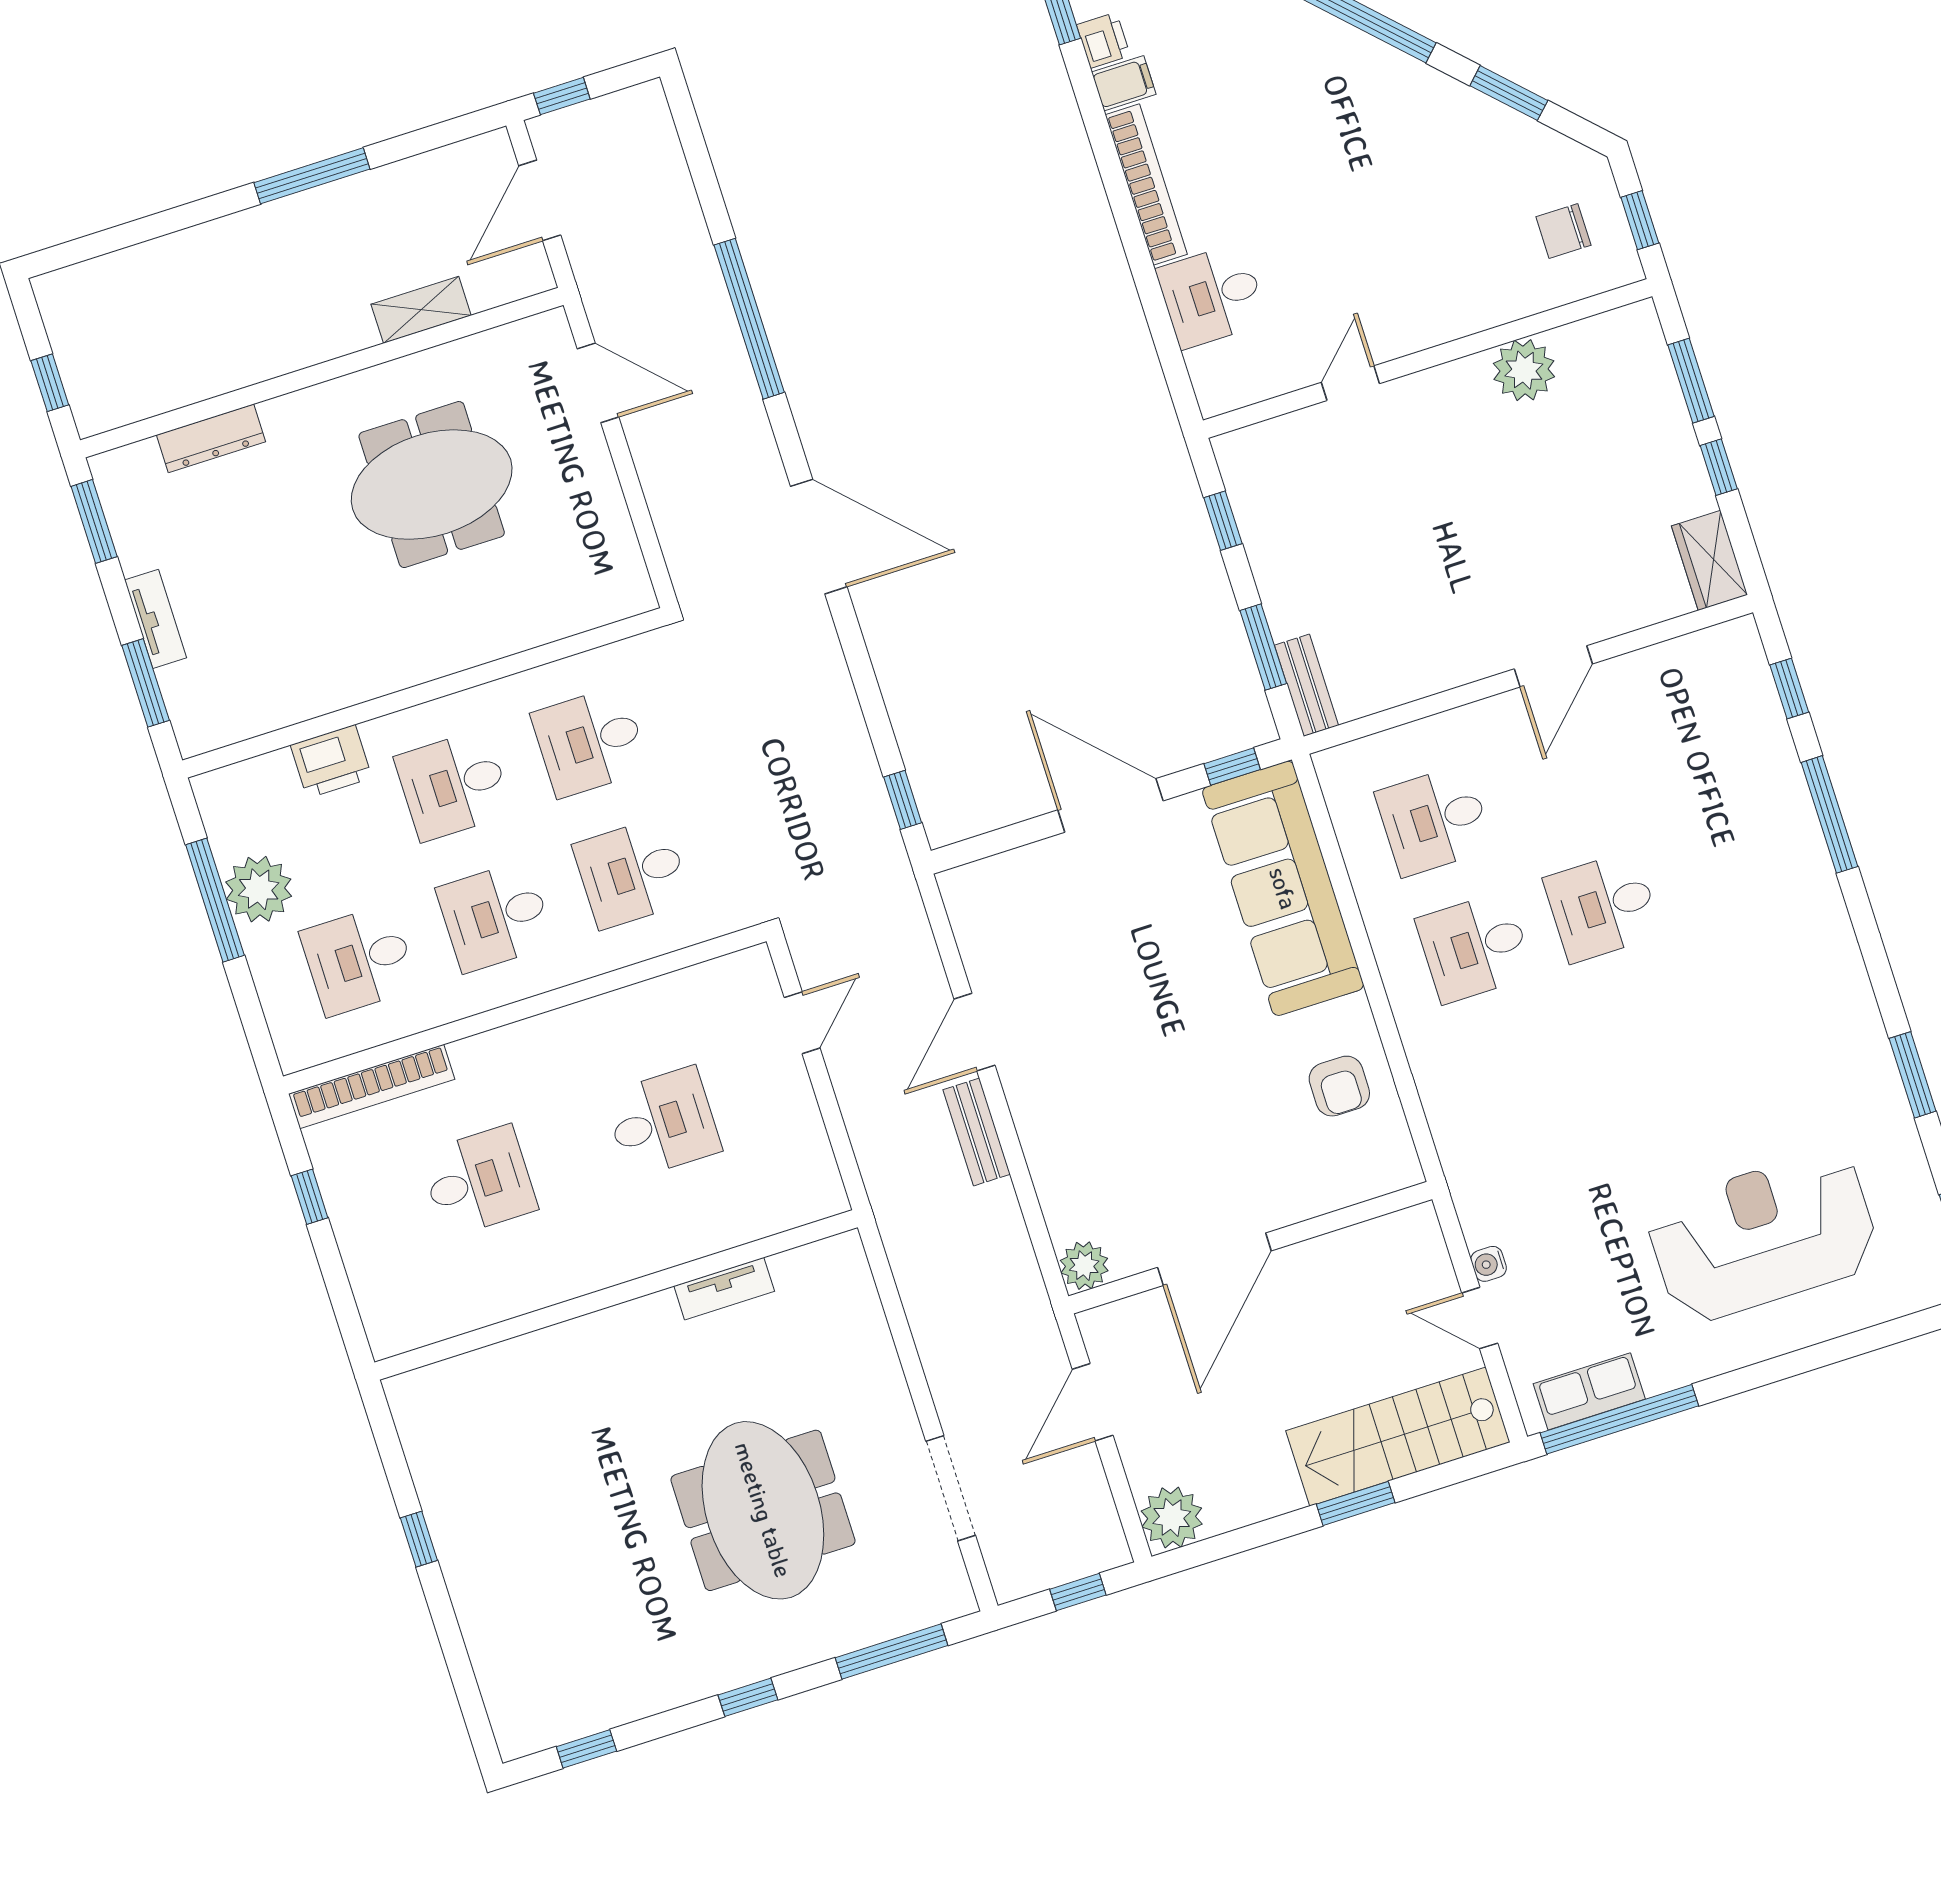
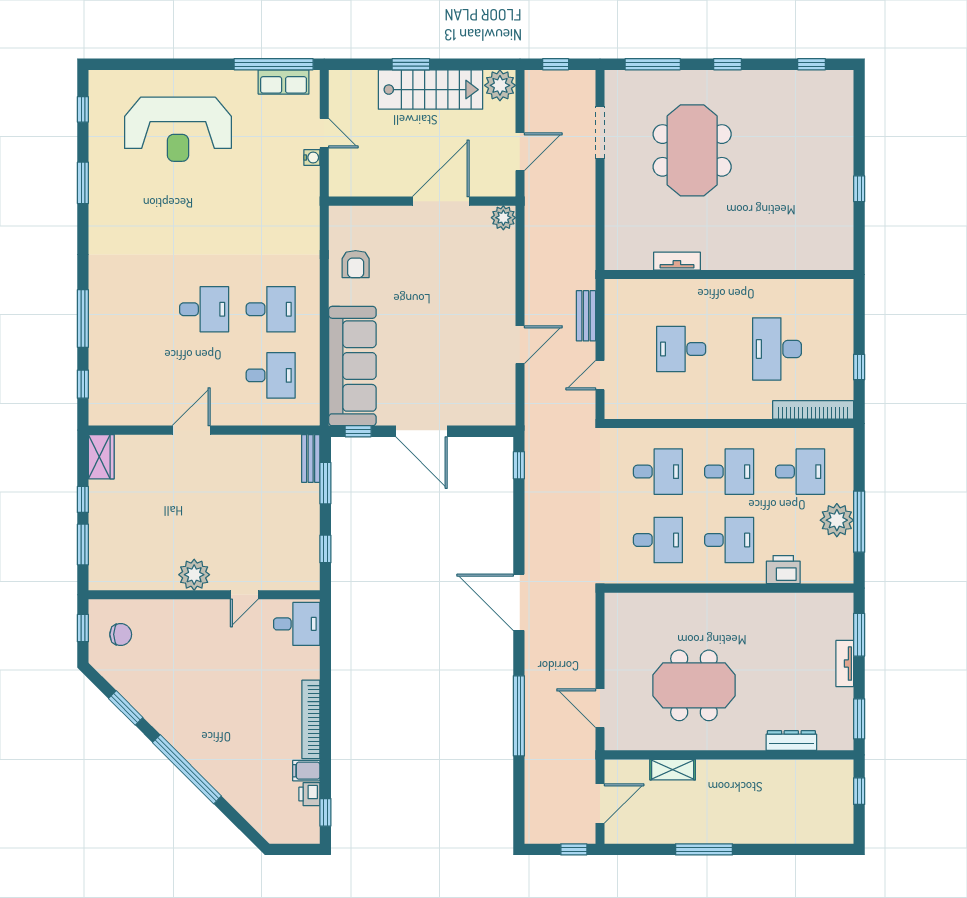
desk: (1212, 296) -> (297, 624), moved
plant: (1524, 370) -> (194, 575), moved
armchair: (1339, 1086) -> (356, 264), turned 180
bench: (977, 1132) -> (586, 316), moved
desk: (478, 1181) -> (777, 349), width x1.37
stairs: (1398, 1437) -> (430, 90), moved

